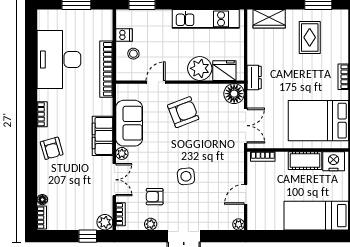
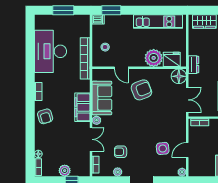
dishwasher: (124, 35) -> (98, 19), moved
door: (156, 82) -> (121, 68), swing flipped
side table: (186, 176) -> (163, 148), moved
plant: (105, 222) -> (65, 171), moved

